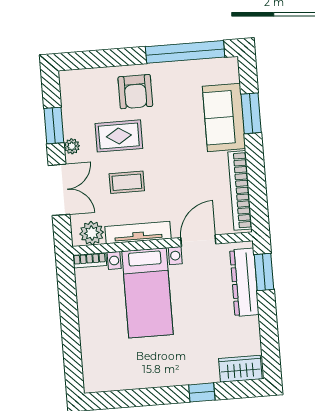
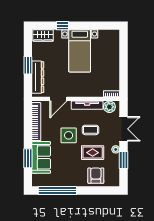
armchair: (135, 92) -> (96, 176), moved
side table: (171, 167) -> (69, 135), added
double door: (59, 190) -> (124, 129), swing flipped
window: (264, 272) -> (28, 65), moved
bed with nightstands: (147, 293) -> (80, 51), moved, turned 180

